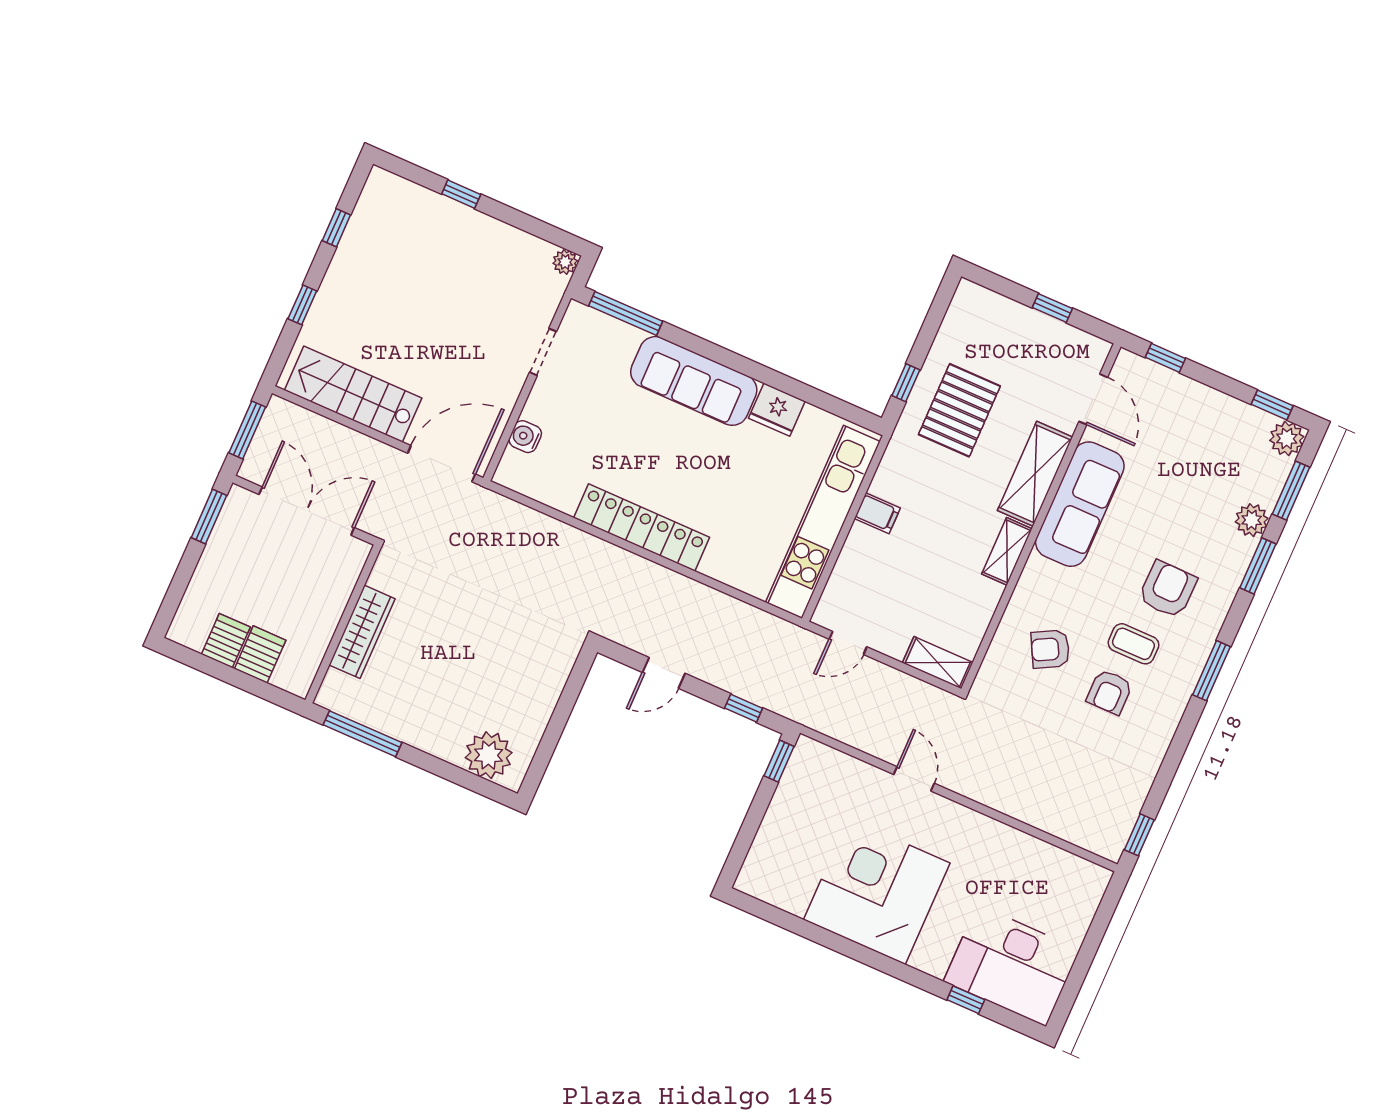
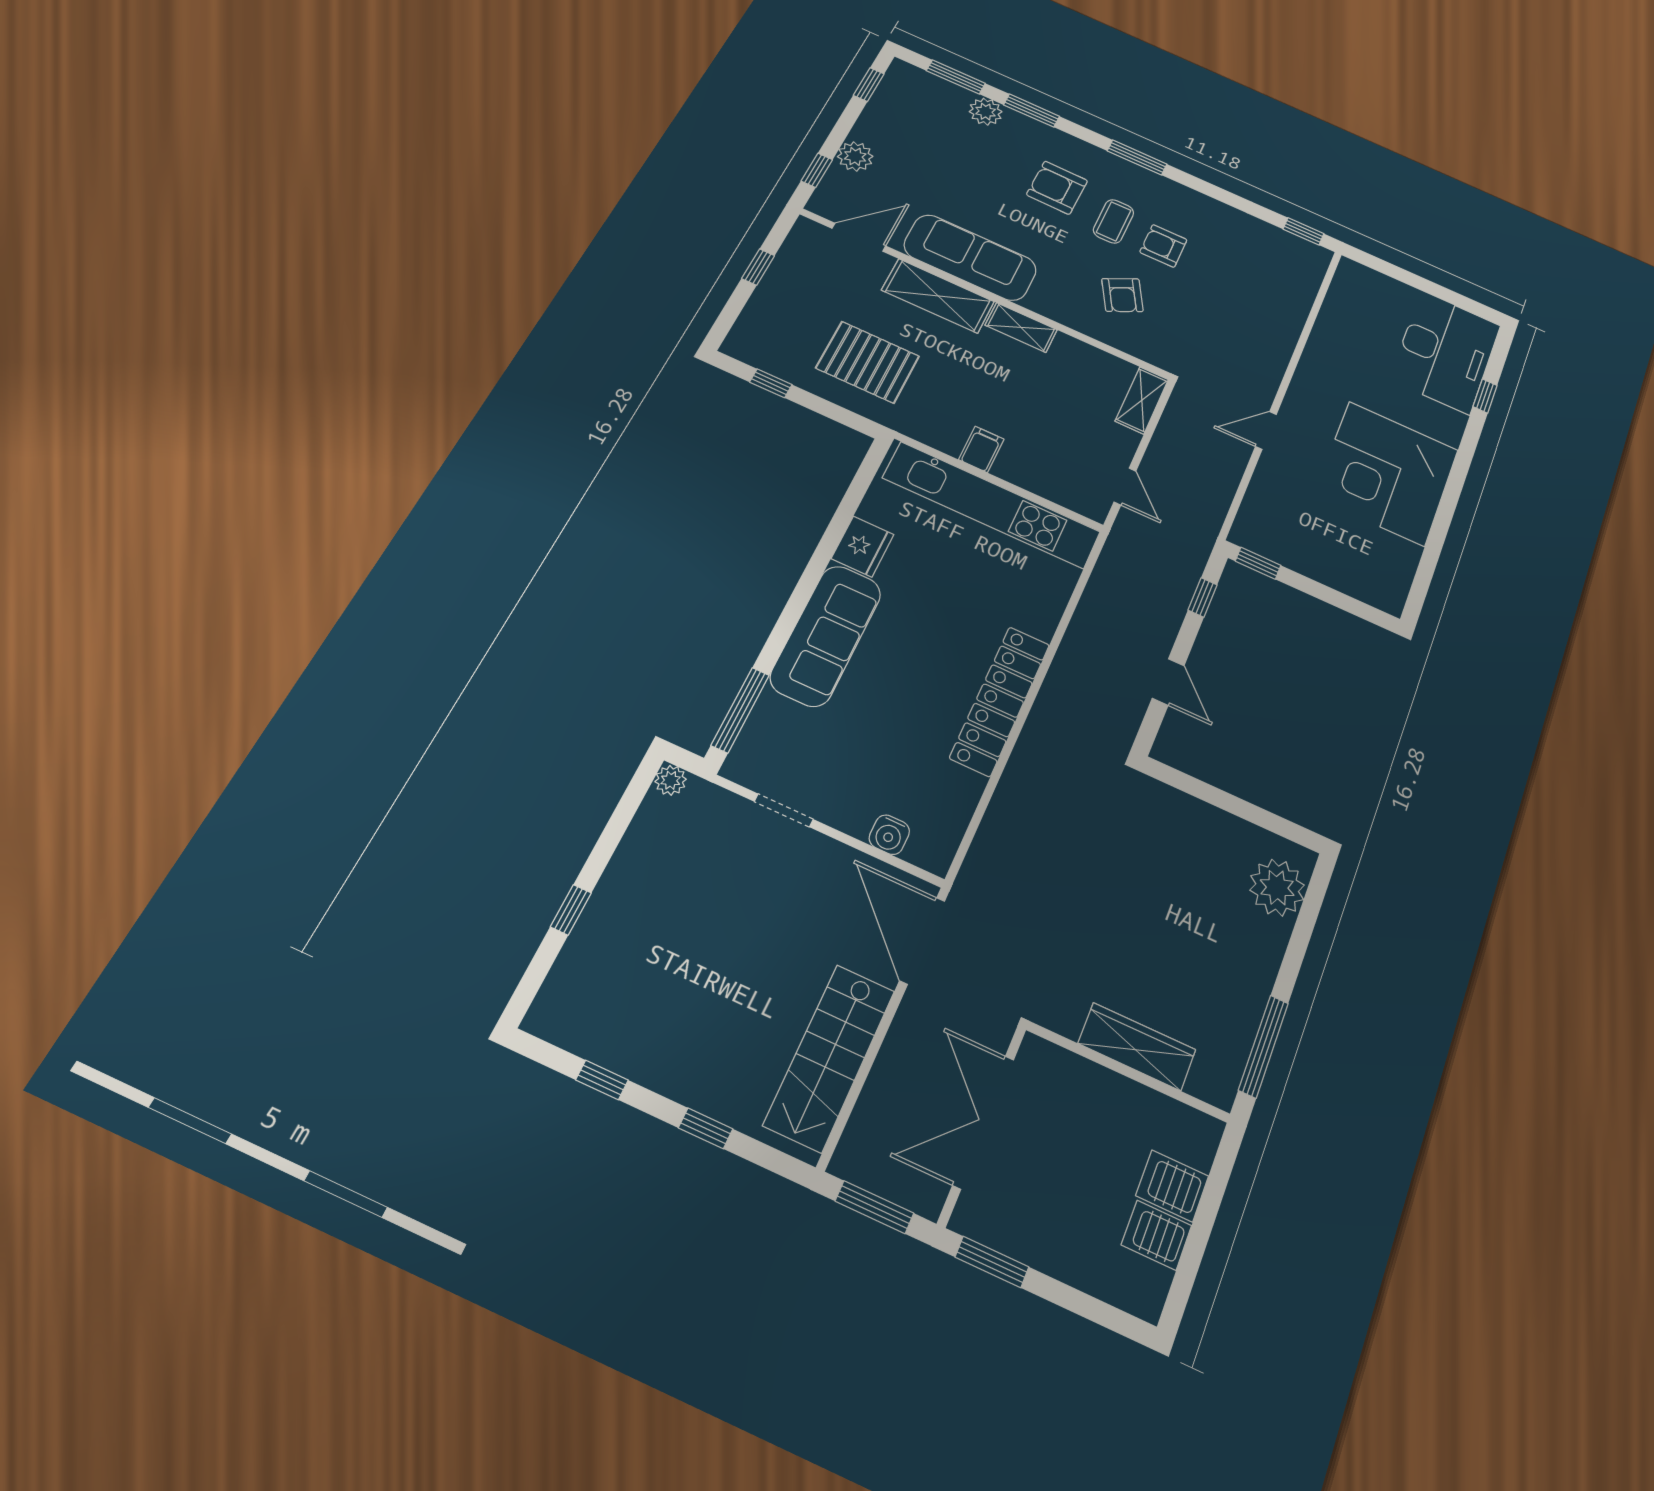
window: (906, 383) -> (771, 383), moved
plant: (1287, 439) -> (855, 156), moved
armchair: (1110, 692) -> (1163, 246), turned 180

